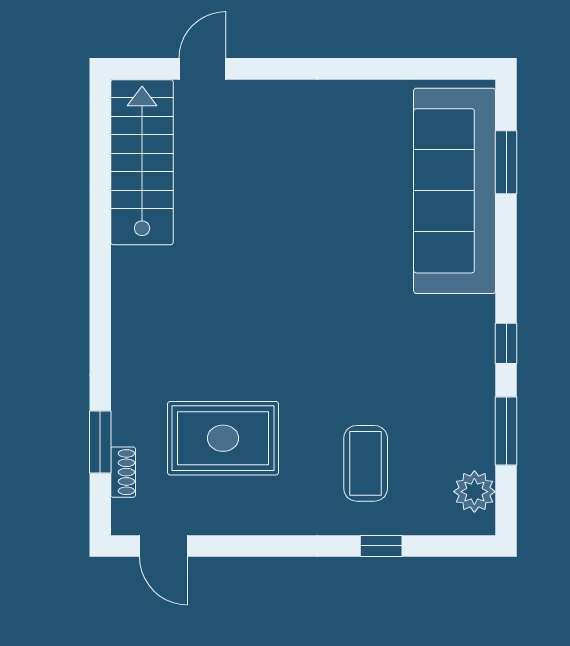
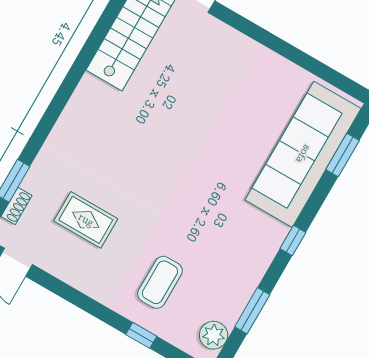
window: (506, 343) -> (293, 241), moved
rug: (223, 438) -> (86, 220), width x0.73, depth x0.70

